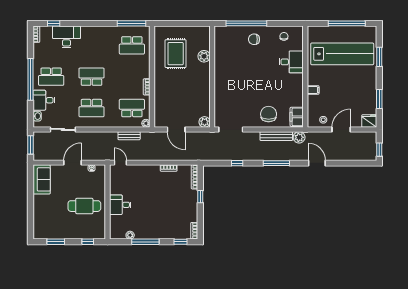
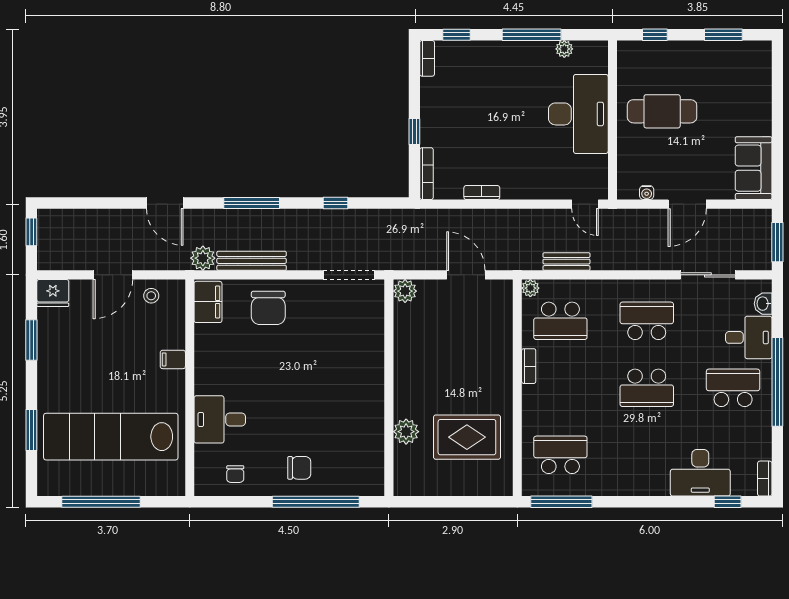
rug: (176, 54) -> (467, 437), turned 90
desk: (120, 205) -> (578, 114), width x1.87, depth x1.30

